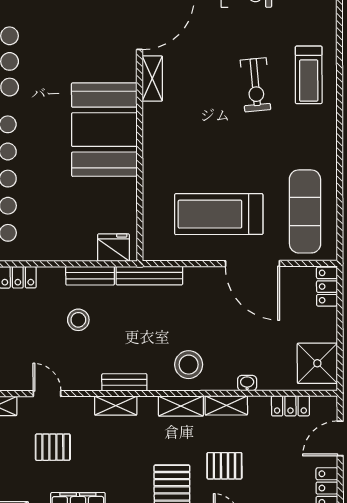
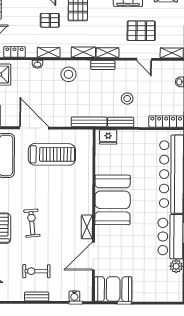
shelving: (181, 406) -> (83, 52), moved
pallet: (53, 447) -> (141, 31), width x1.50, depth x1.42

